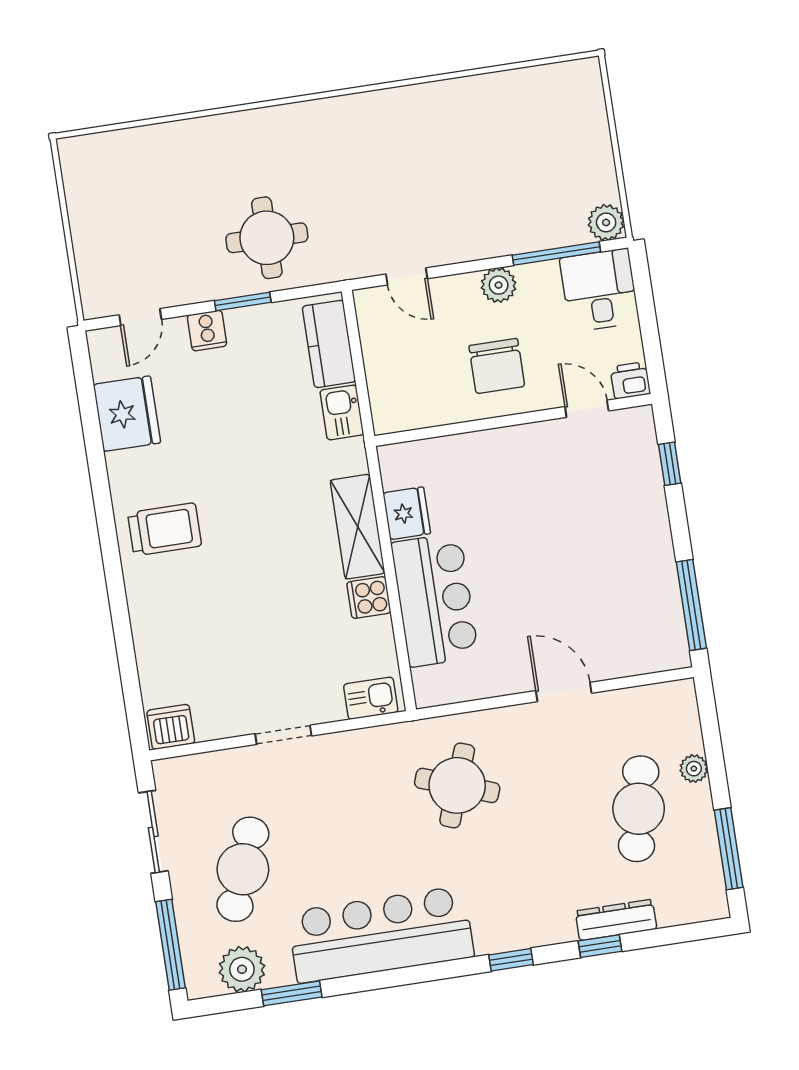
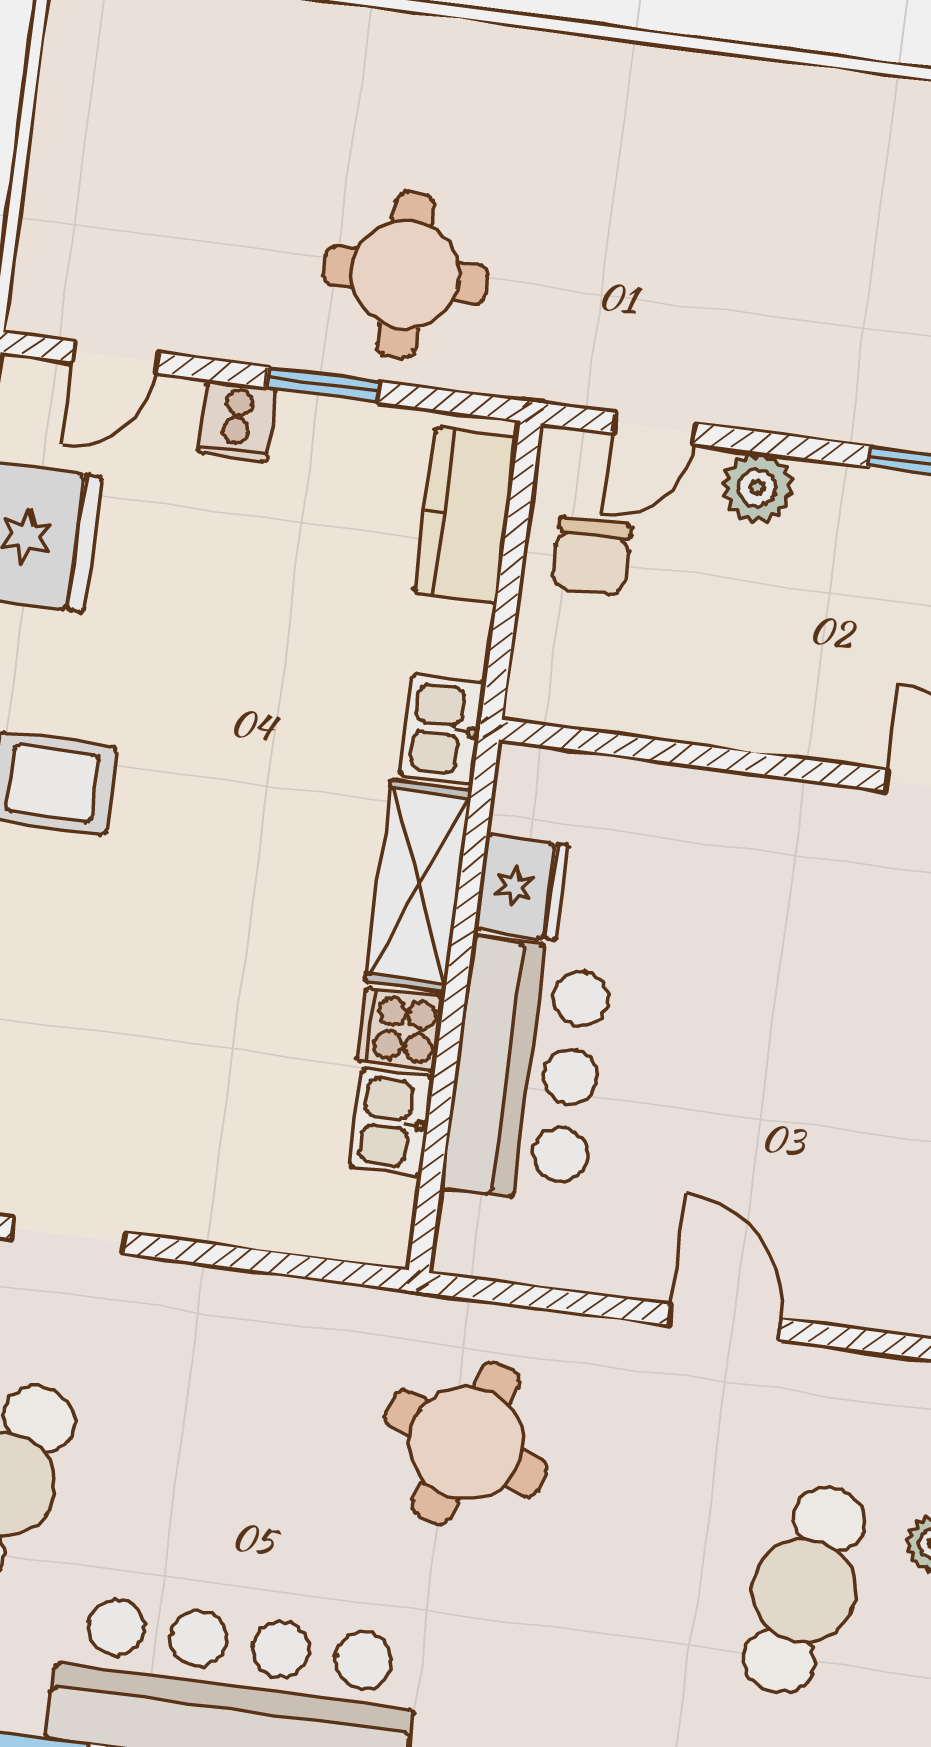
door: (407, 276) -> (655, 428), hinge flipped
plant: (499, 285) -> (757, 488), moved
chair: (497, 366) -> (591, 556), moved, width x0.73, depth x0.73
kitchen sink: (342, 412) -> (443, 729), moved
kitchen sink: (371, 698) -> (391, 1122), moved, turned -90
doorway: (283, 735) -> (69, 1236), moved

